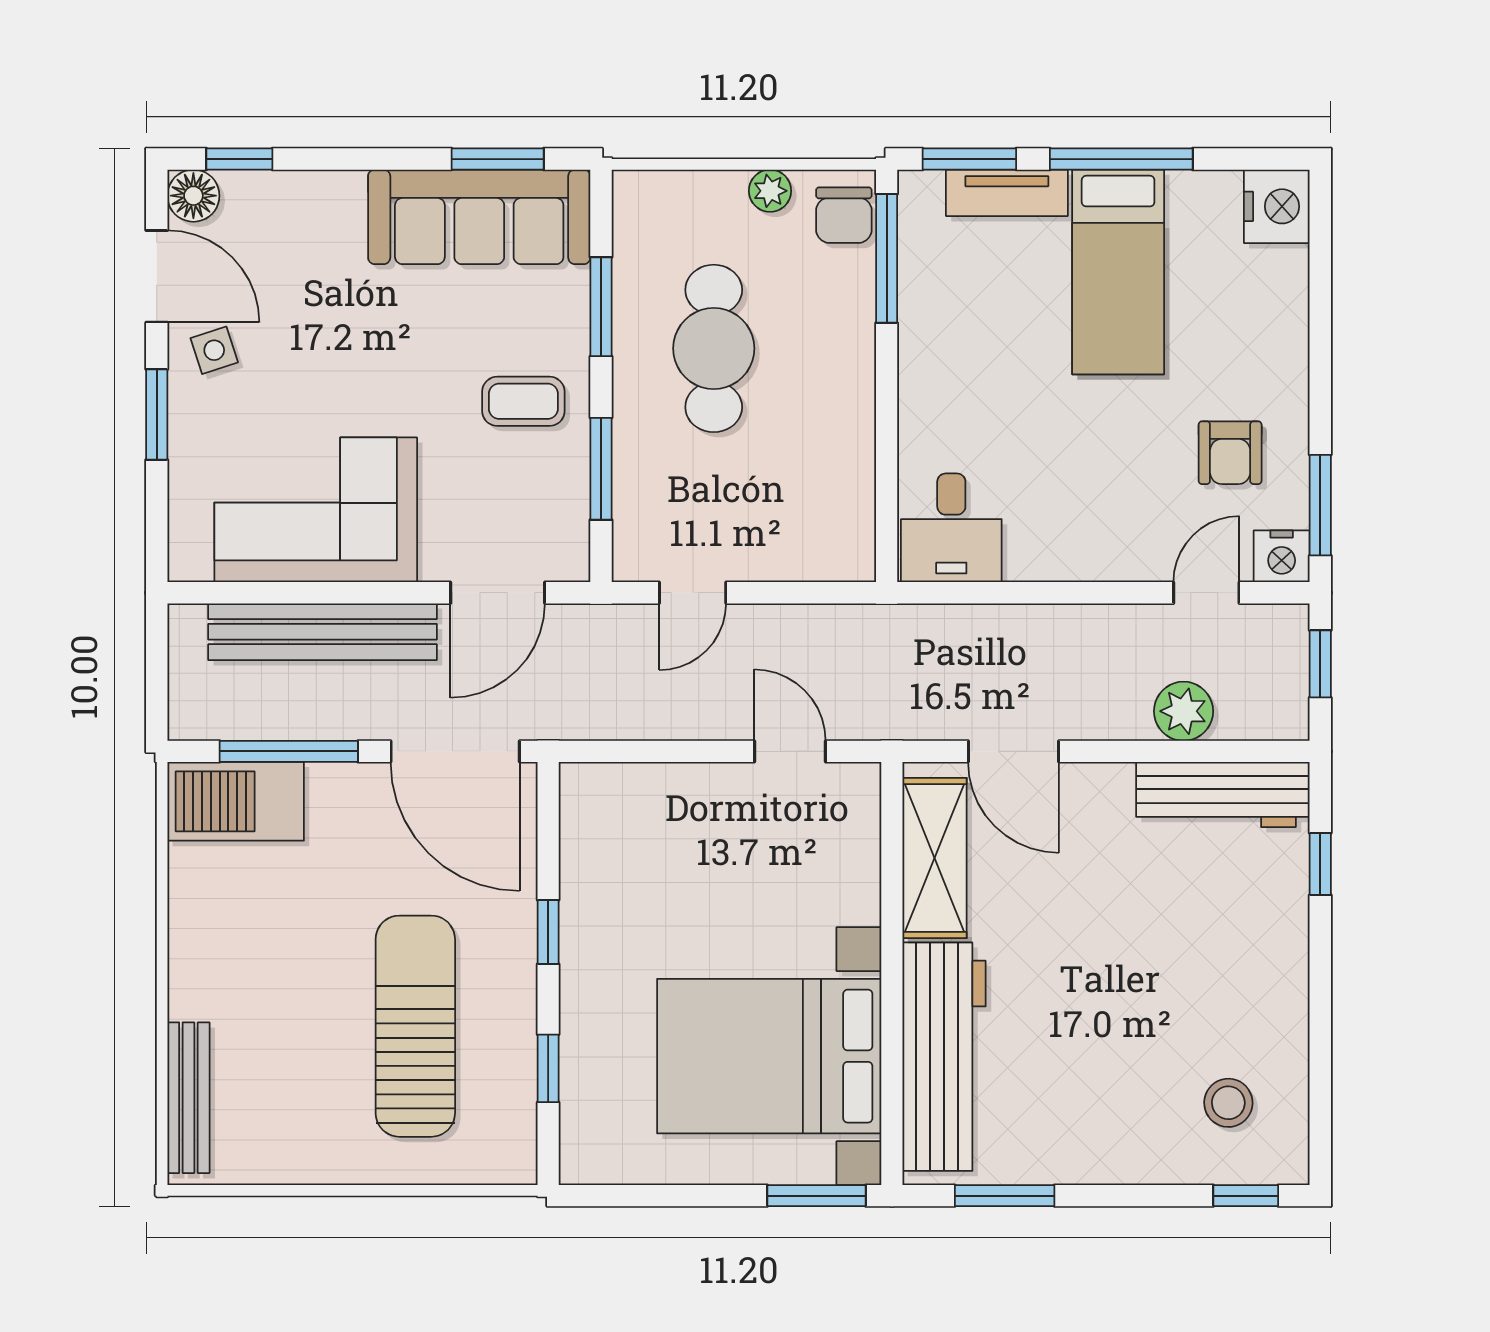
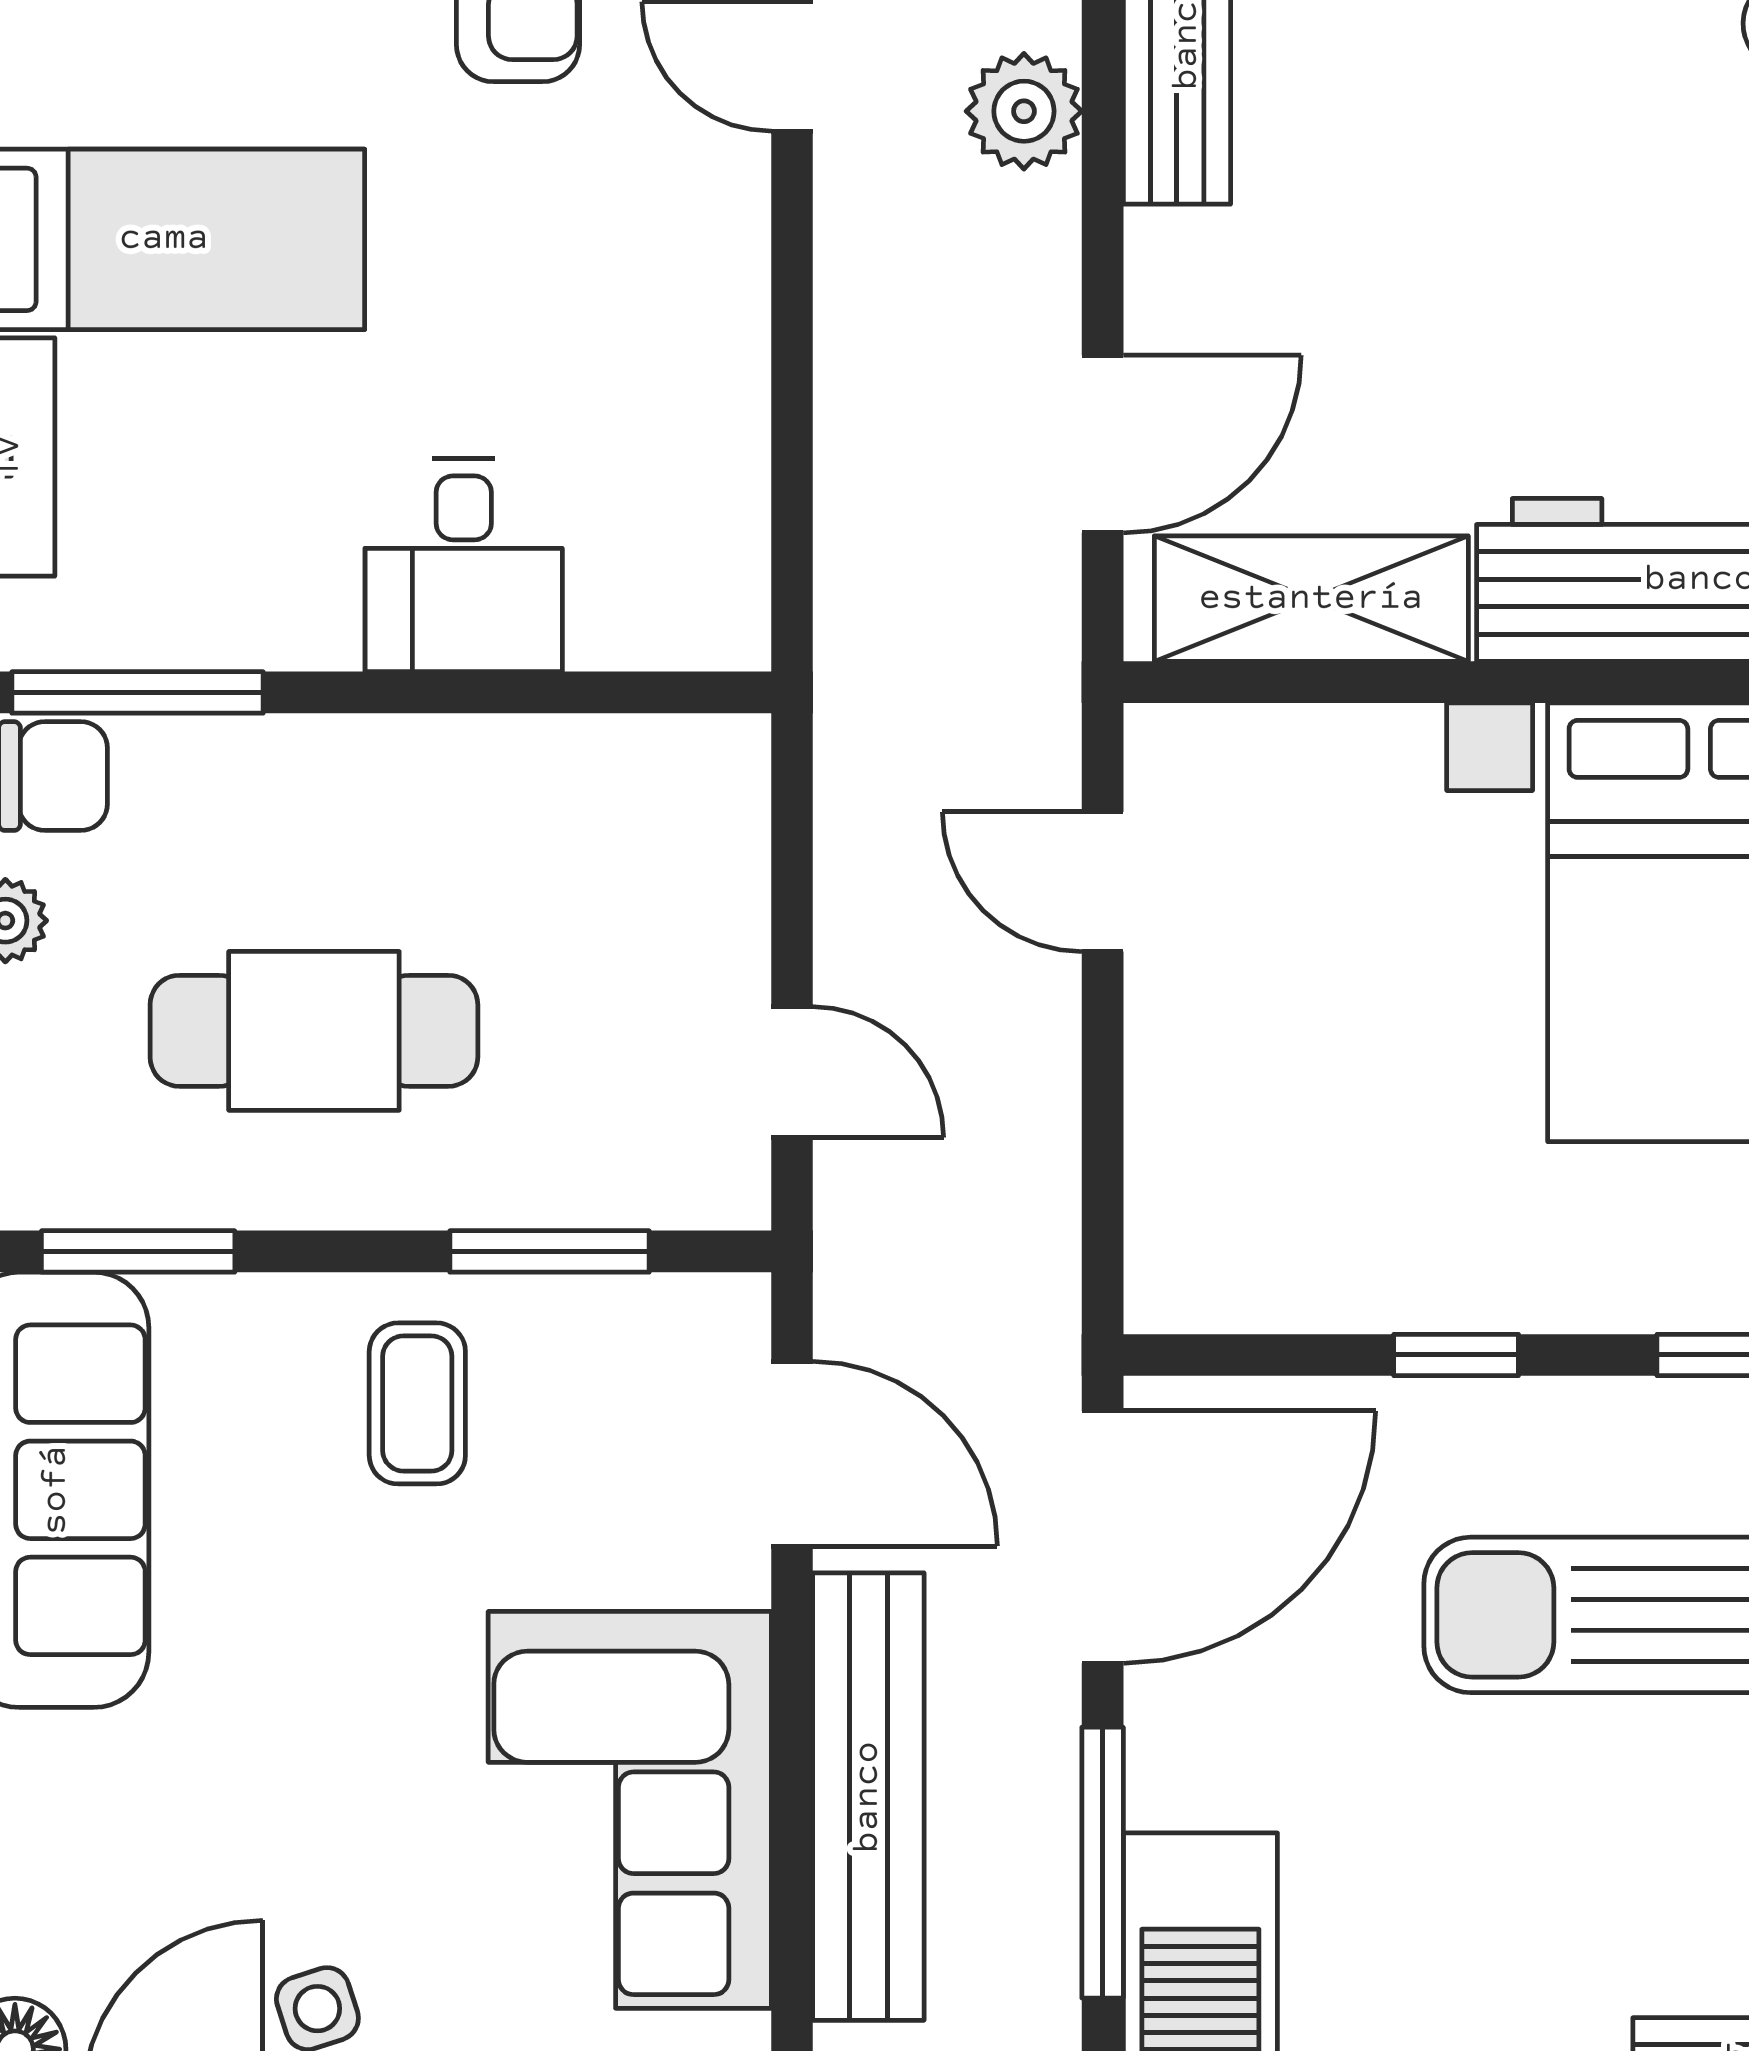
window: (601, 307) -> (138, 1251), moved
desk: (951, 528) -> (464, 565), moved, turned 90
door: (790, 751) -> (1103, 882), hinge flipped

